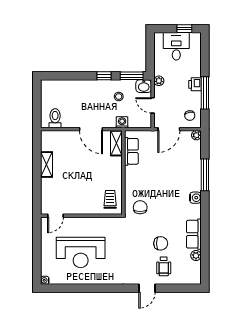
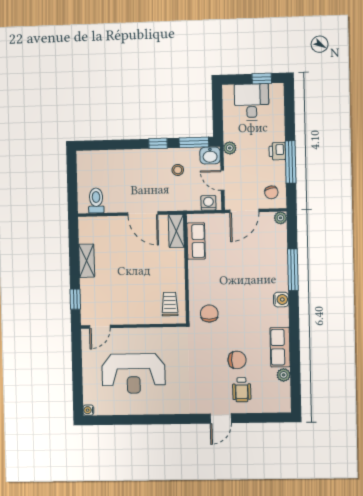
washing machine: (122, 122) -> (208, 203), moved
window: (37, 194) -> (75, 299), added

